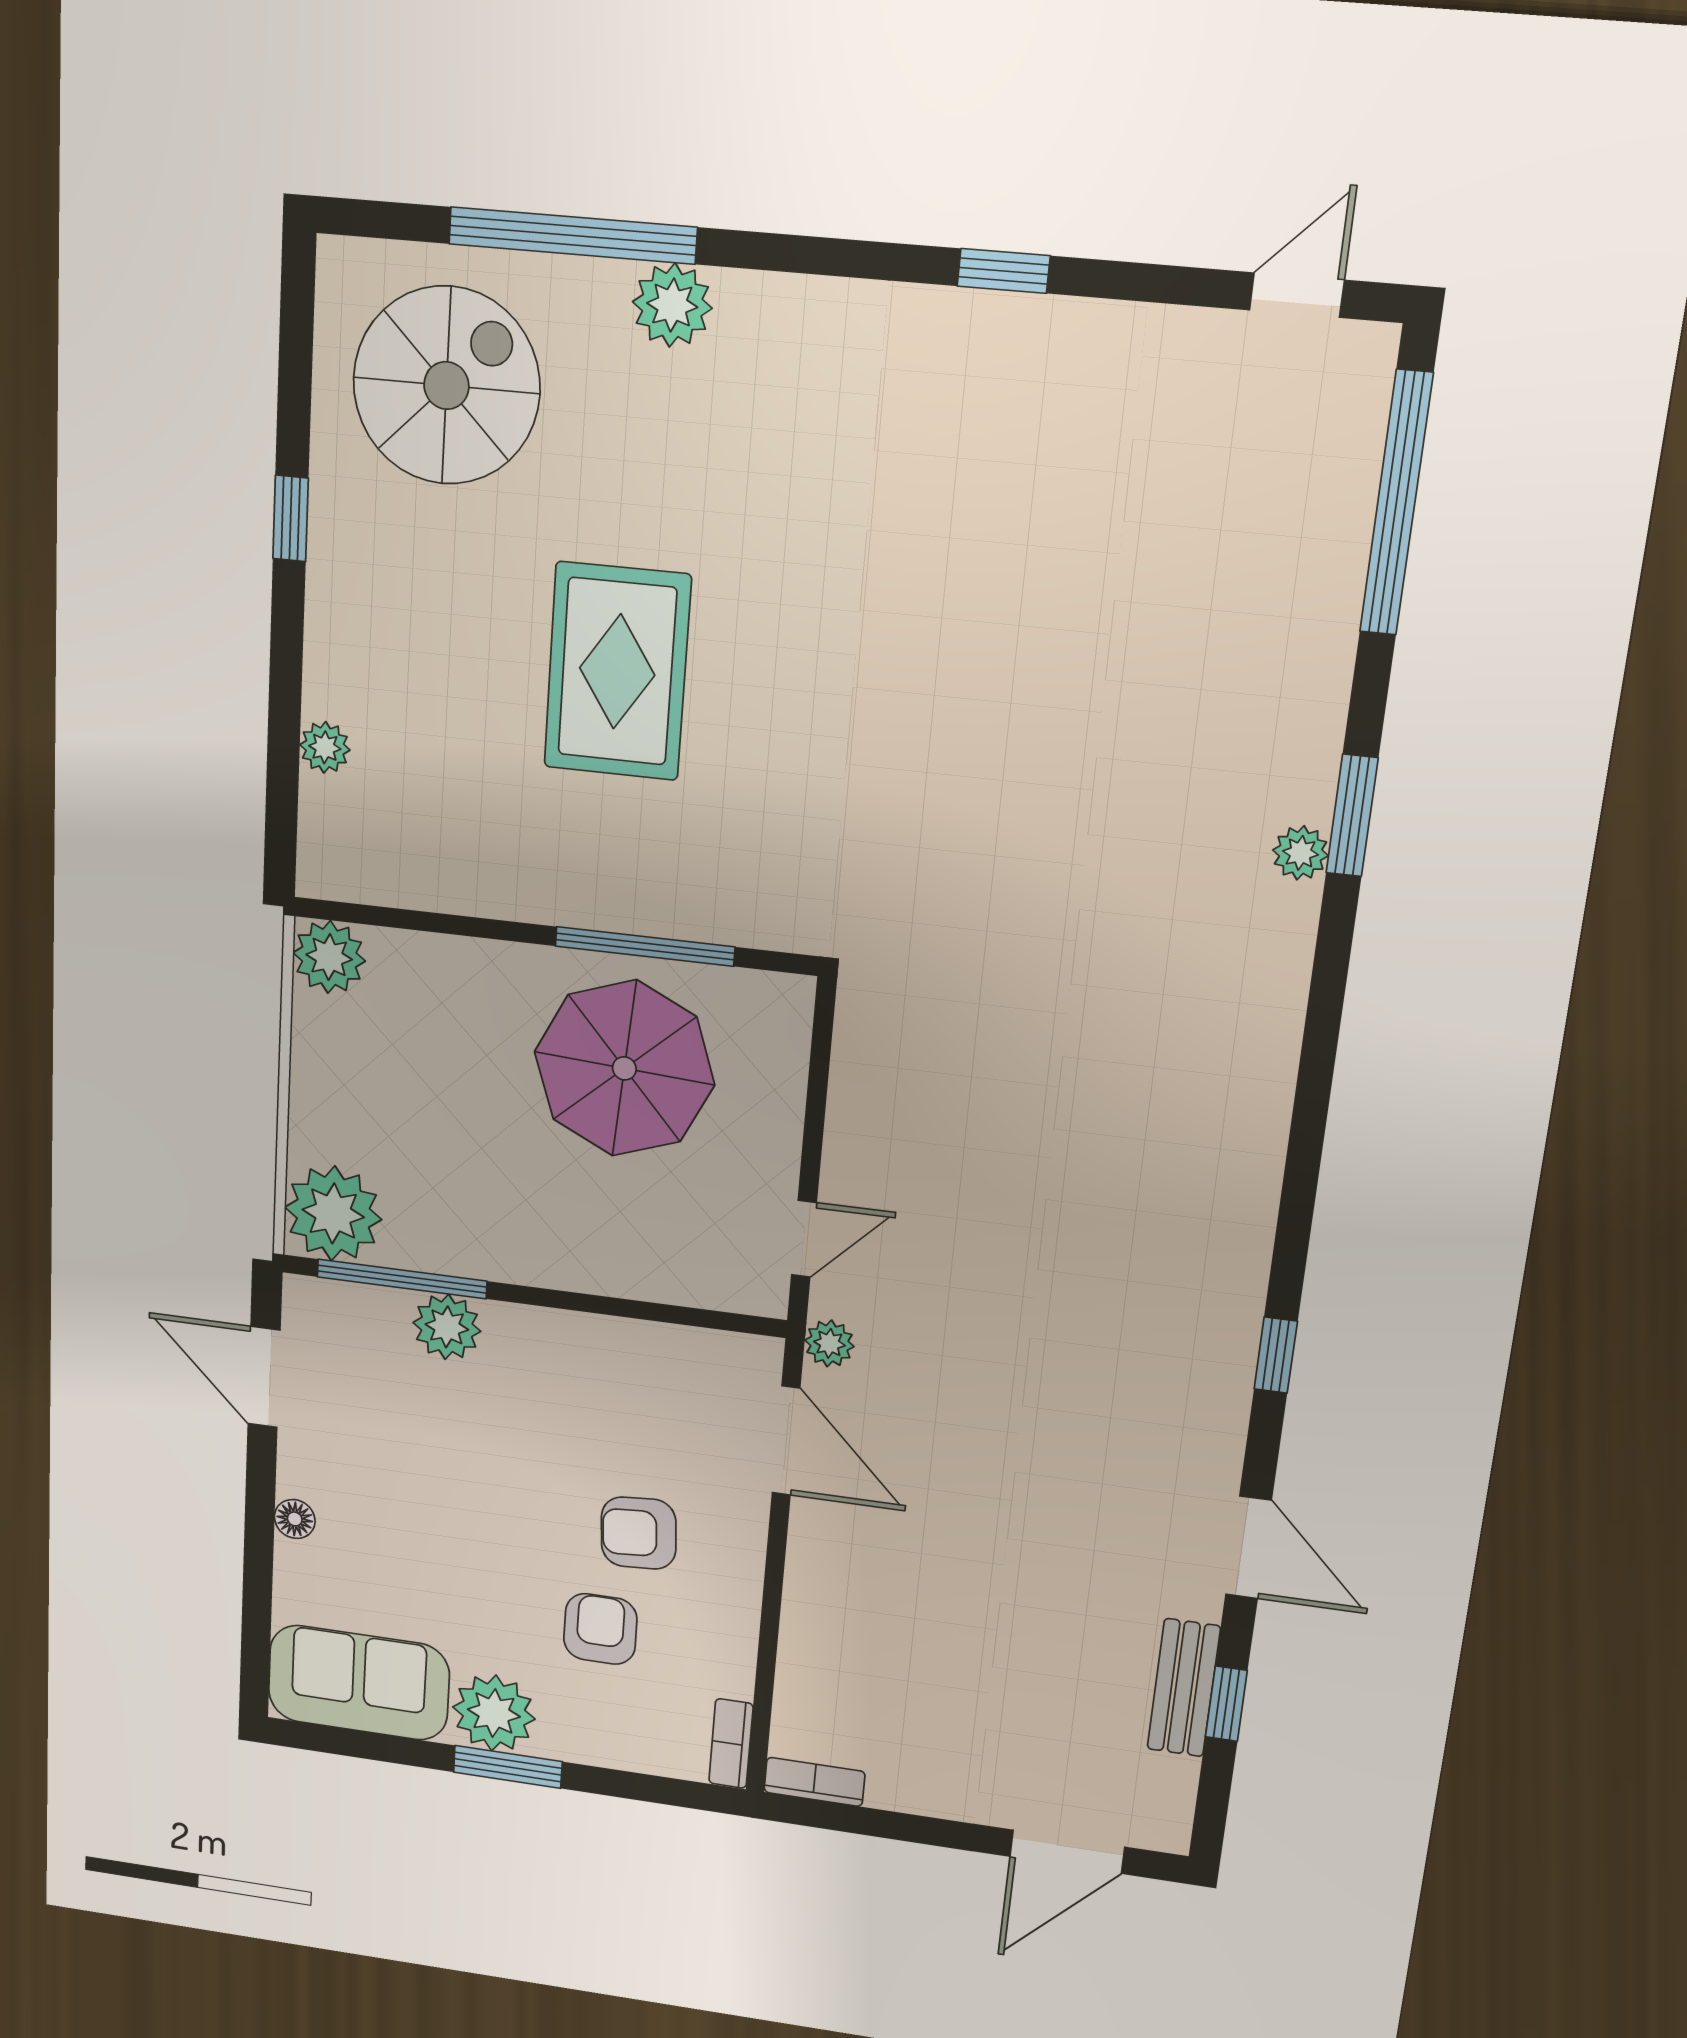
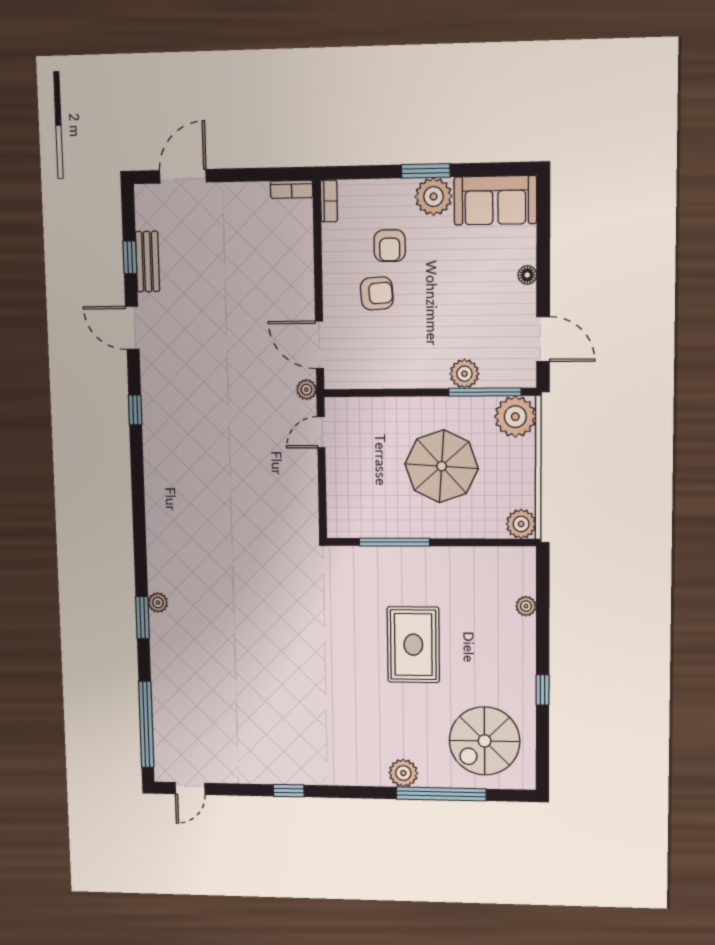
parasol: (624, 1068) -> (442, 466), moved

